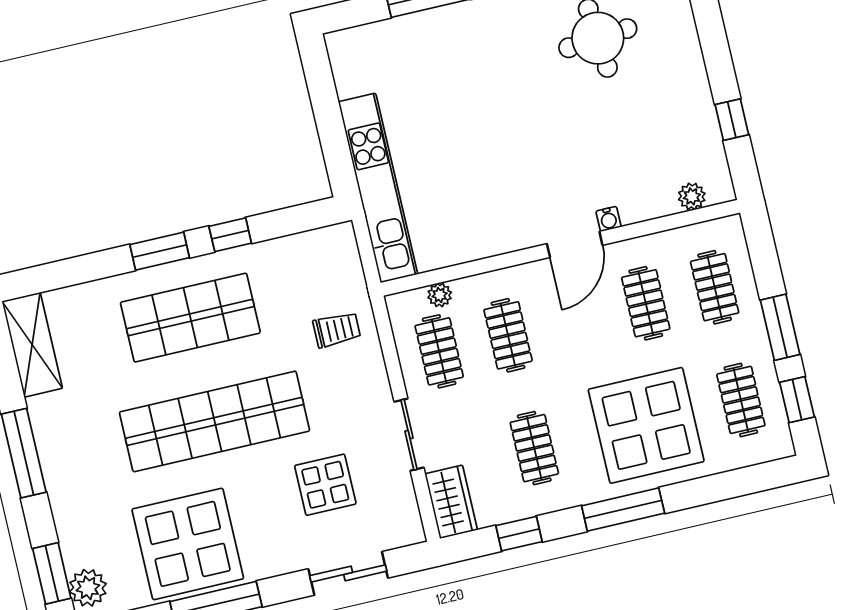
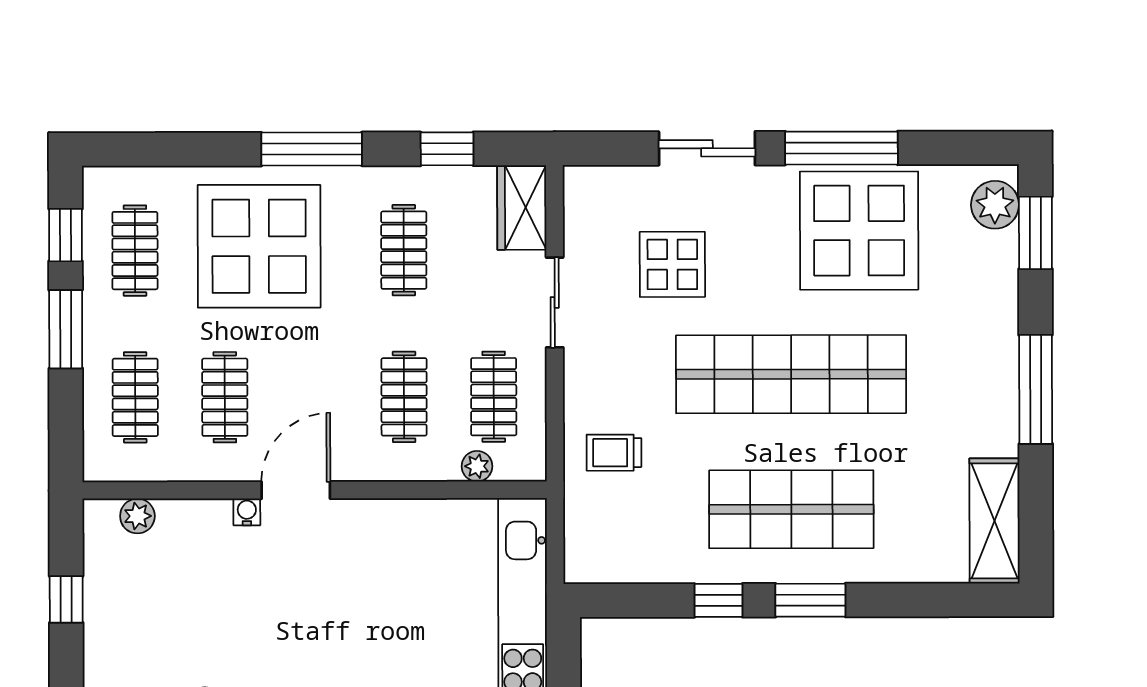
sliding door: (348, 573) -> (707, 148), moved

